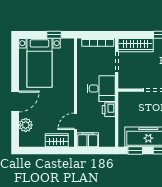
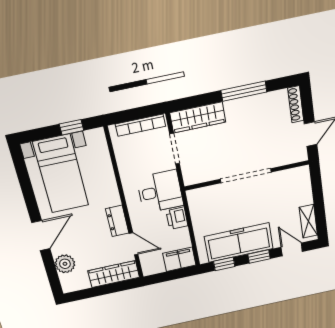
dresser: (68, 103) -> (117, 221), added
door: (75, 121) -> (134, 244), swing flipped
wardrobe: (57, 140) -> (114, 274), width x1.50
filing cabinet: (88, 140) -> (179, 259), moved

